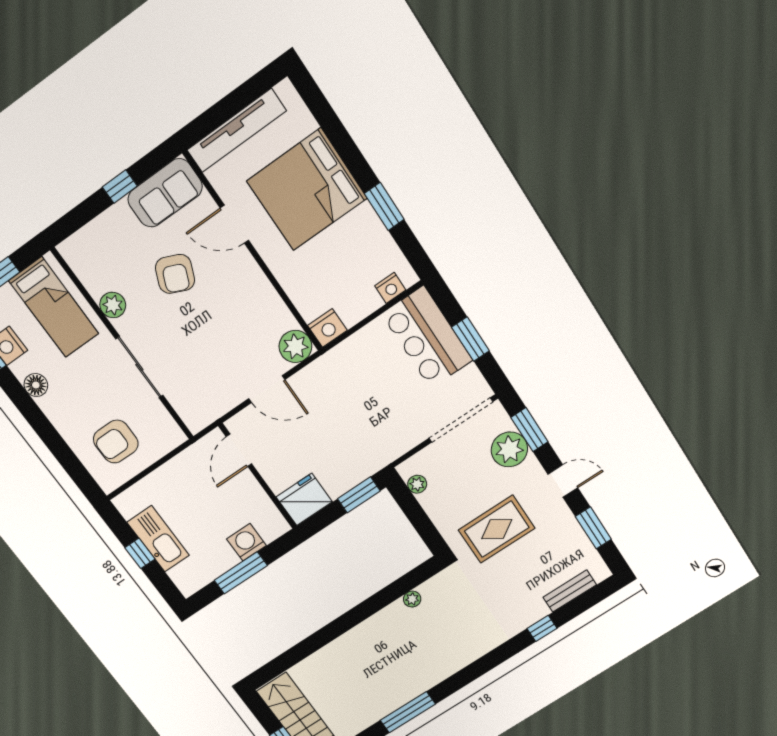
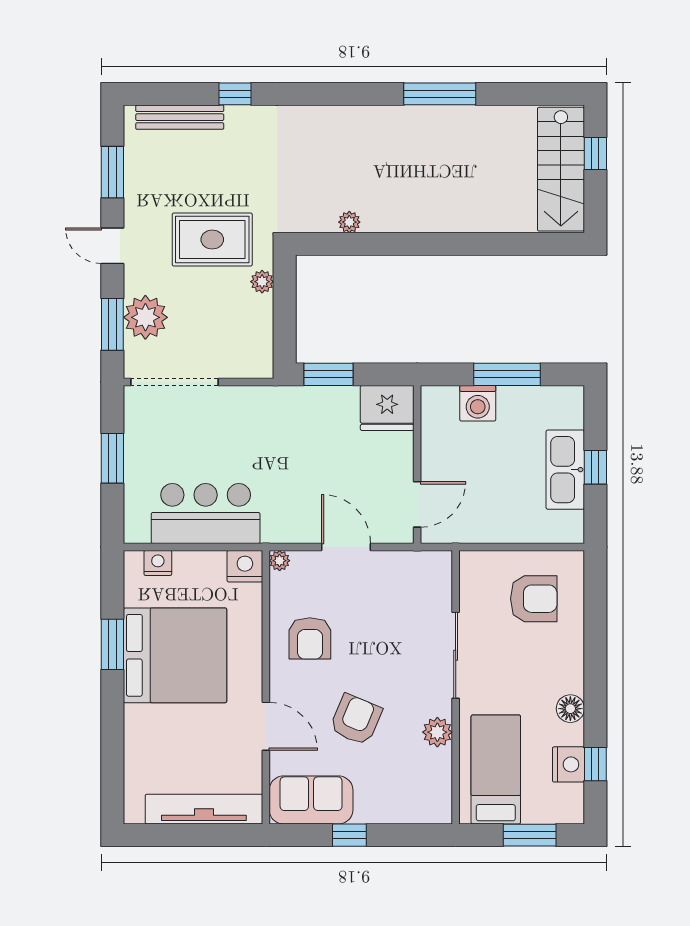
bed: (307, 190) -> (175, 655), moved
armchair: (247, 309) -> (310, 638), added
bar counter: (427, 337) -> (206, 514), moved, turned -90
plant: (295, 346) -> (280, 561), width x0.53, depth x0.53
plant: (417, 484) -> (262, 282), moved
bench: (570, 591) -> (180, 117), width x1.36

